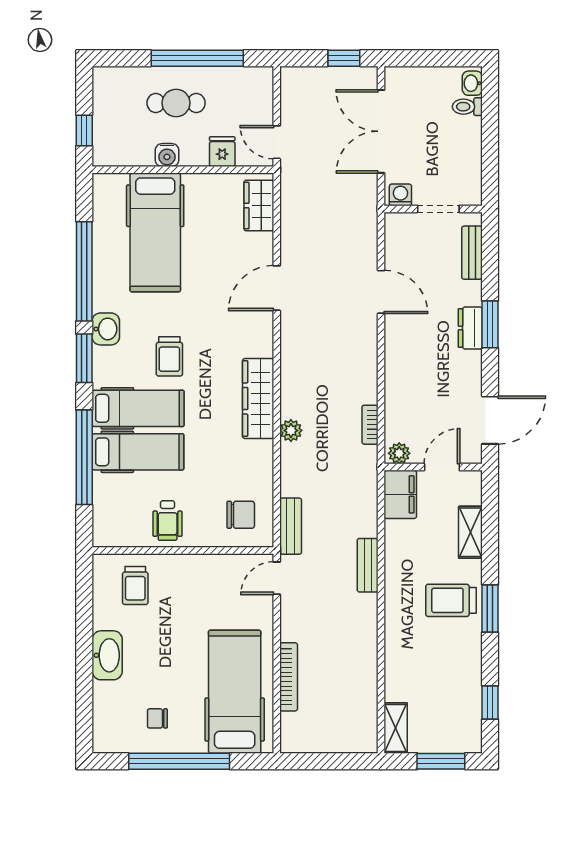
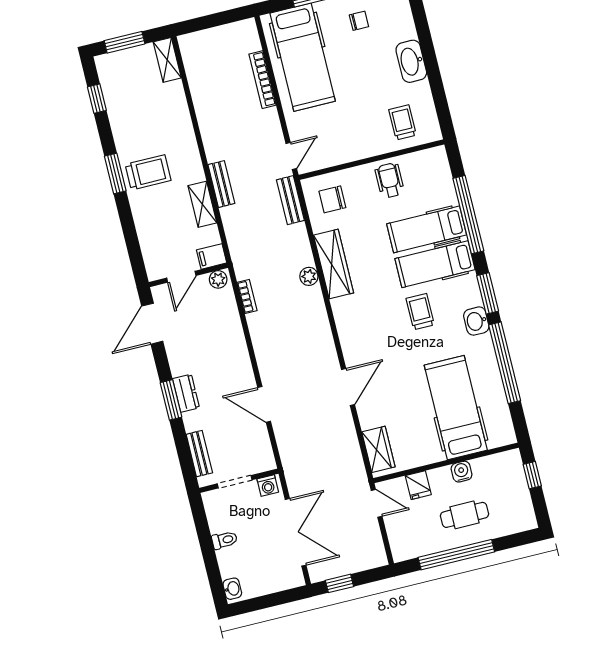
toilet: (467, 107) -> (225, 540), moved
wardrobe: (258, 399) -> (334, 264), moved
filing cabinet: (400, 494) -> (212, 256), width x0.50
shelving: (470, 532) -> (202, 204), moved

